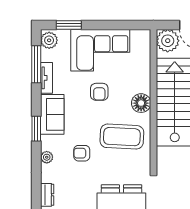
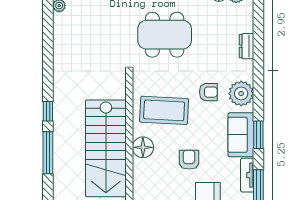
window: (36, 129) -> (258, 135), moved
plant: (47, 157) -> (241, 94), width x1.87, depth x1.87

